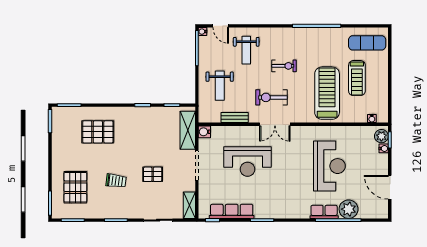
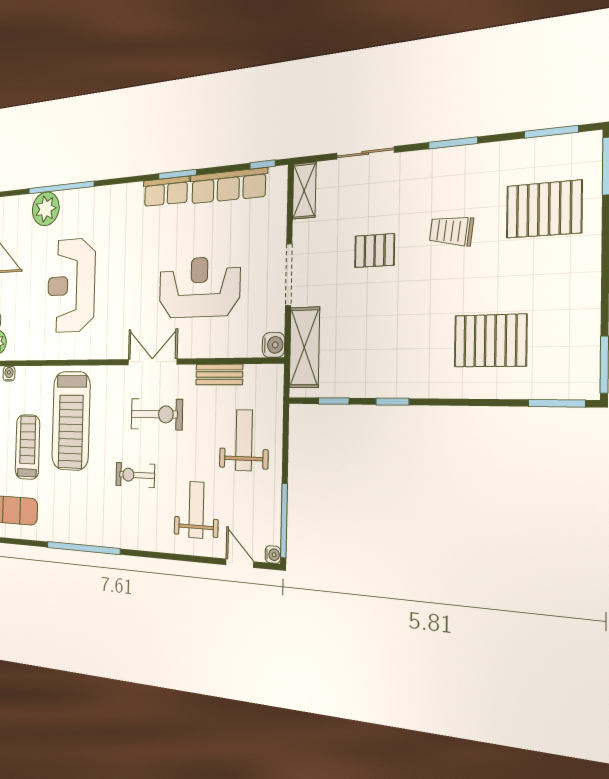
pallet: (75, 187) -> (544, 209), turned 90
row of seats: (324, 212) -> (166, 191), moved

